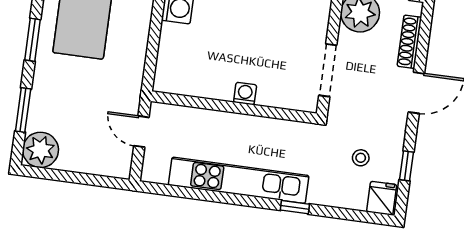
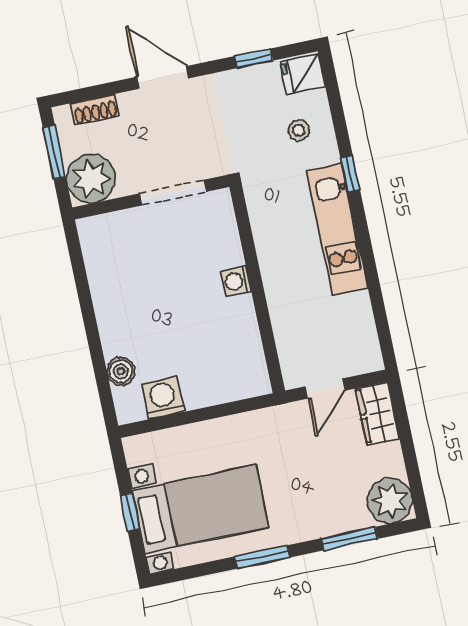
shoe rack: (409, 42) -> (95, 110), width x0.70
stool: (361, 158) -> (299, 130), moved
wardrobe: (109, 164) -> (377, 414), added
kitchen unit: (239, 180) -> (337, 229), width x0.73

